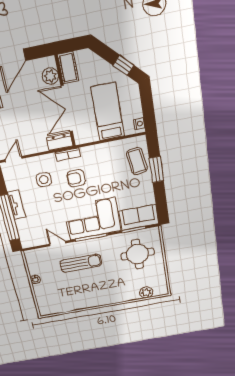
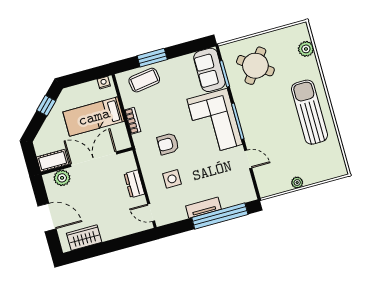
double door: (67, 109) -> (94, 159), swing flipped
dresser: (60, 142) -> (134, 184), moved
bookcase: (68, 155) -> (133, 121), moved
armchair: (76, 178) -> (168, 144), turned 90
door: (58, 244) -> (248, 159), swing flipped
round table: (138, 254) -> (255, 66), turned 36
sun lounger: (81, 263) -> (309, 112), moved, width x1.36, depth x1.34

